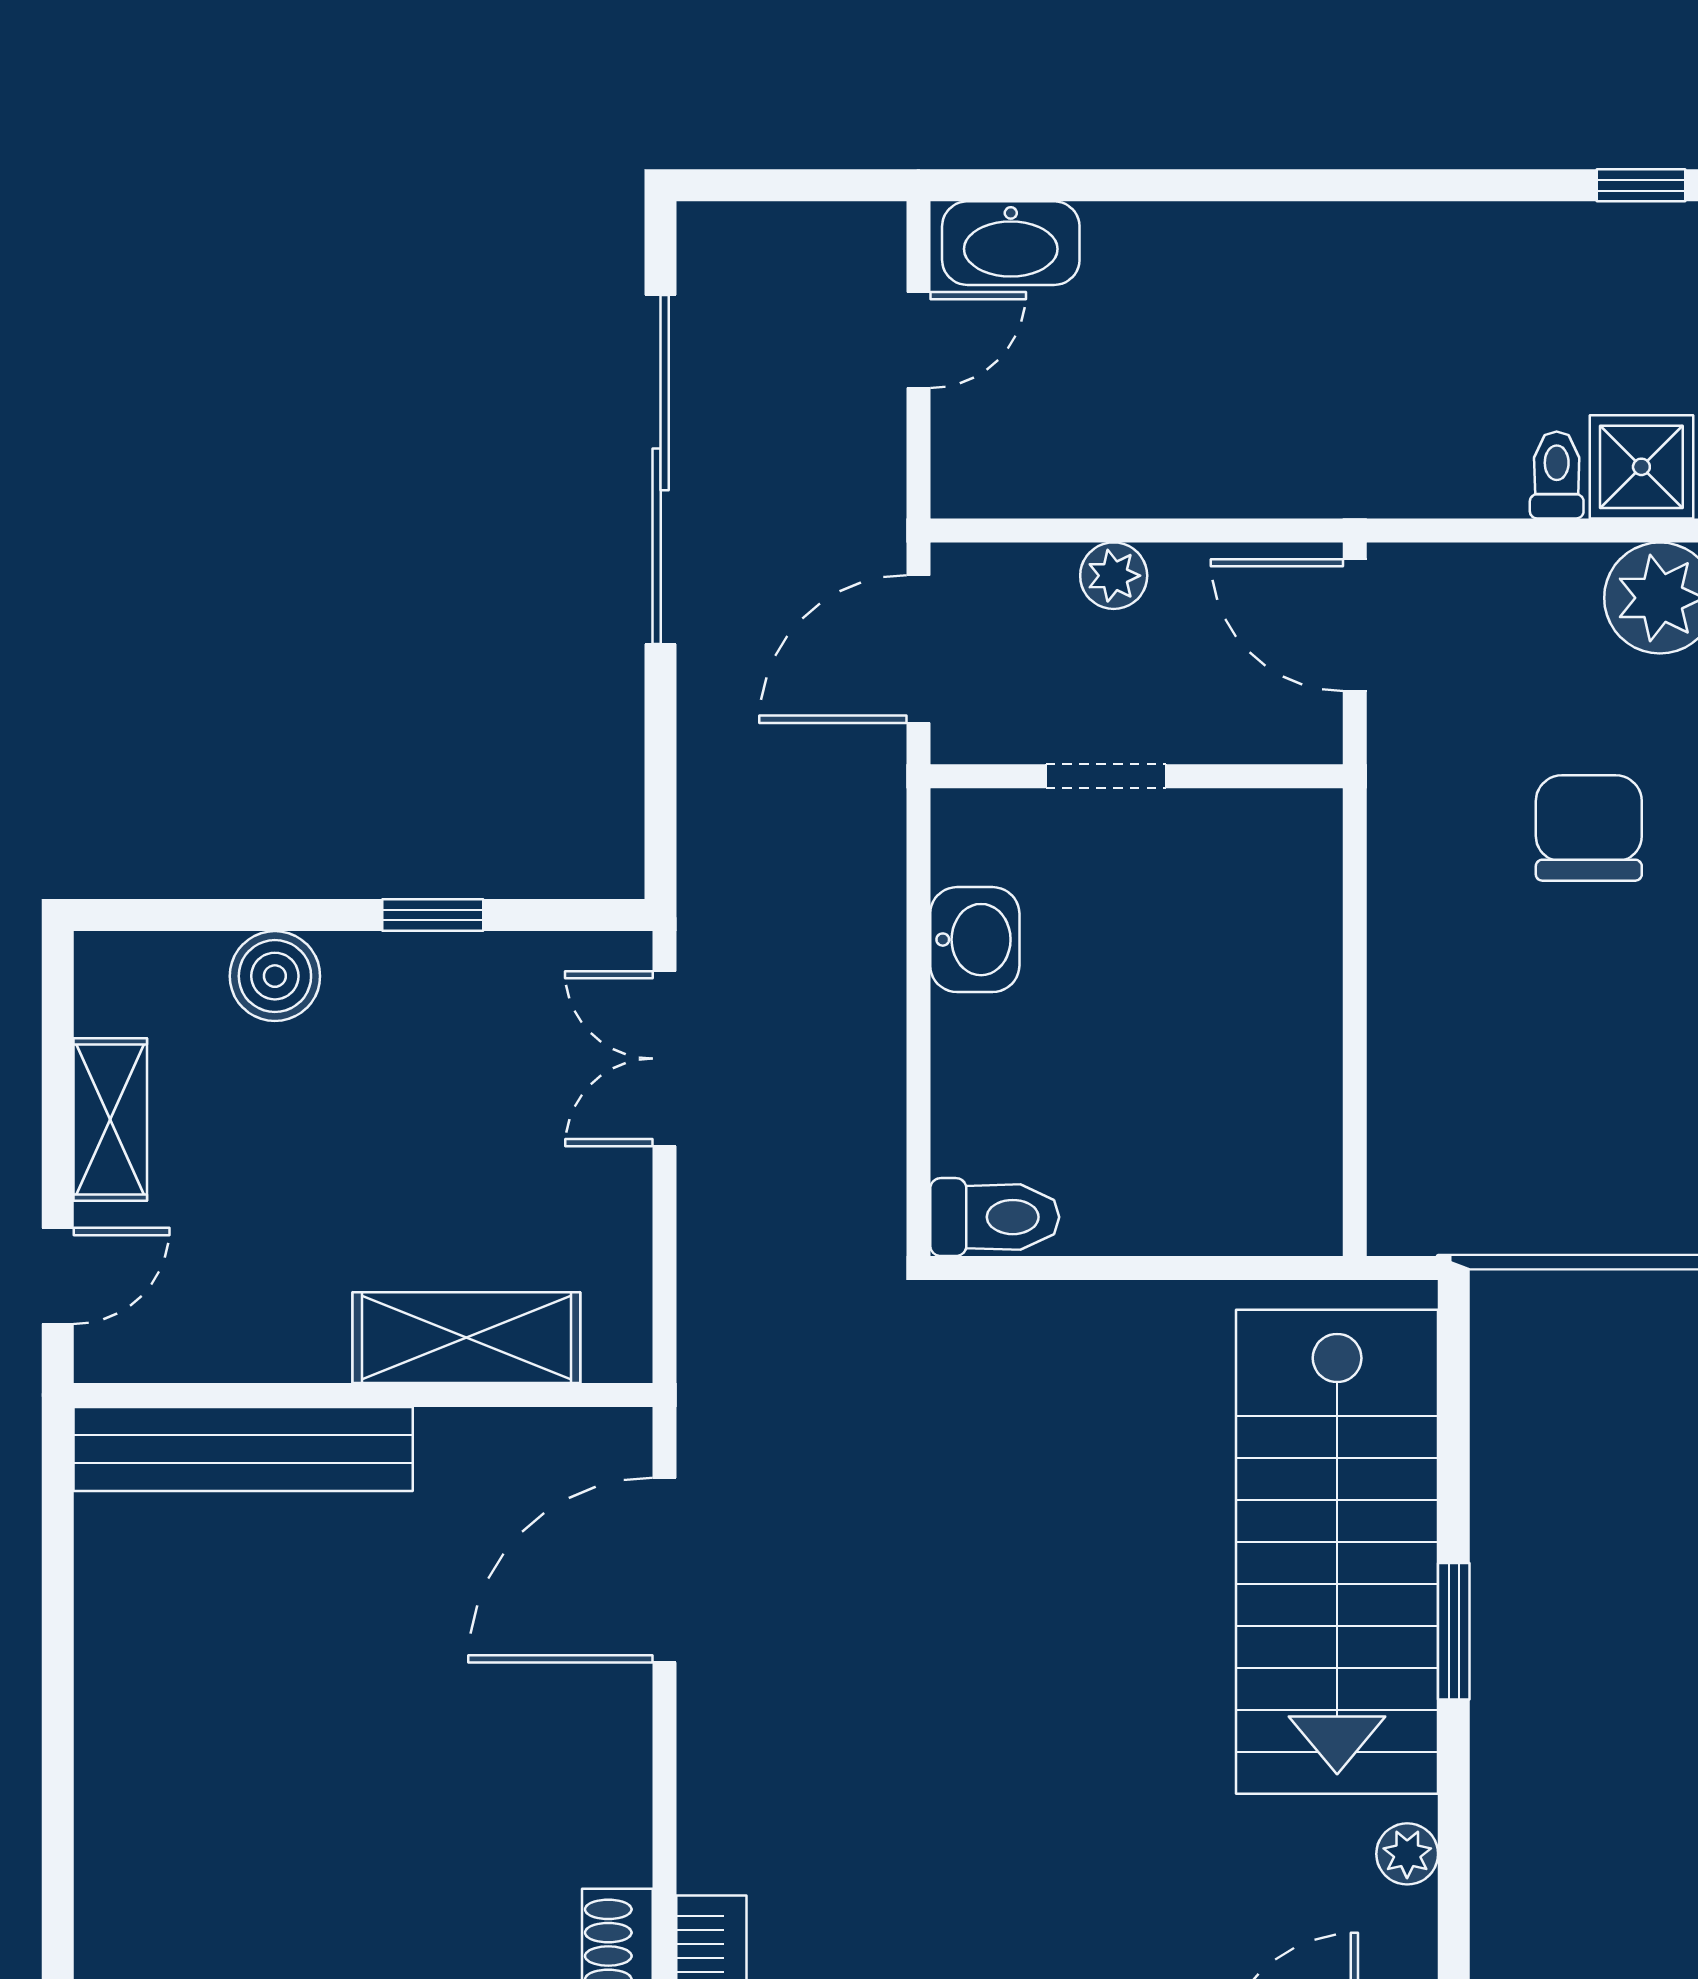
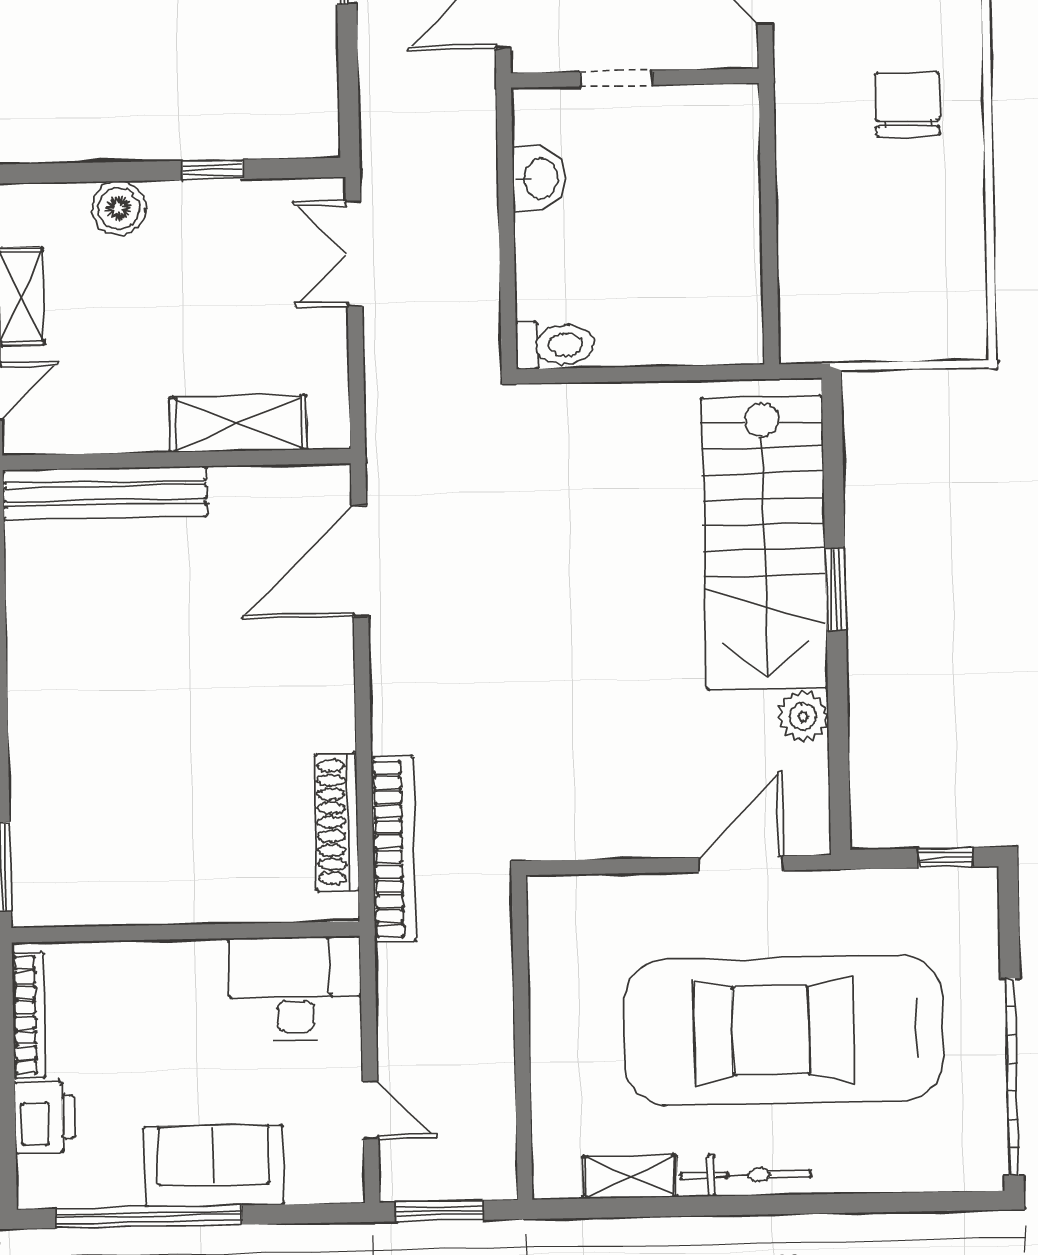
plant: (1407, 1854) -> (803, 717), width x1.38, depth x1.38

